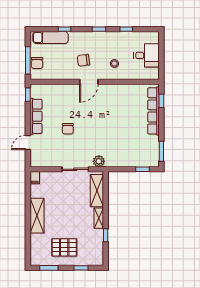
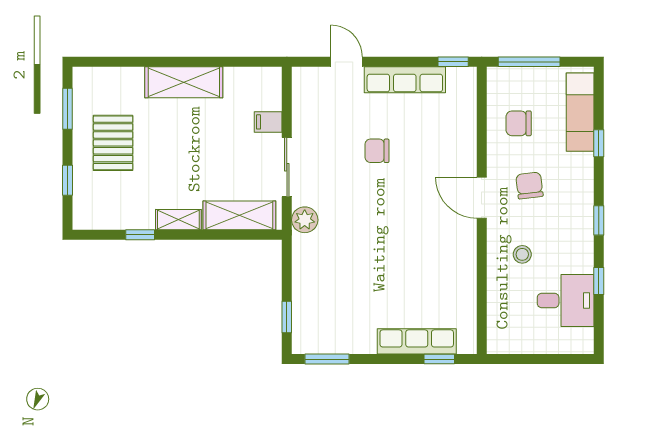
desk: (147, 55) -> (566, 300), moved, turned -90
chair: (37, 63) -> (519, 123), moved
row of seats: (154, 111) -> (417, 341), width x0.73
filing cabinet: (35, 178) -> (268, 122), moved

